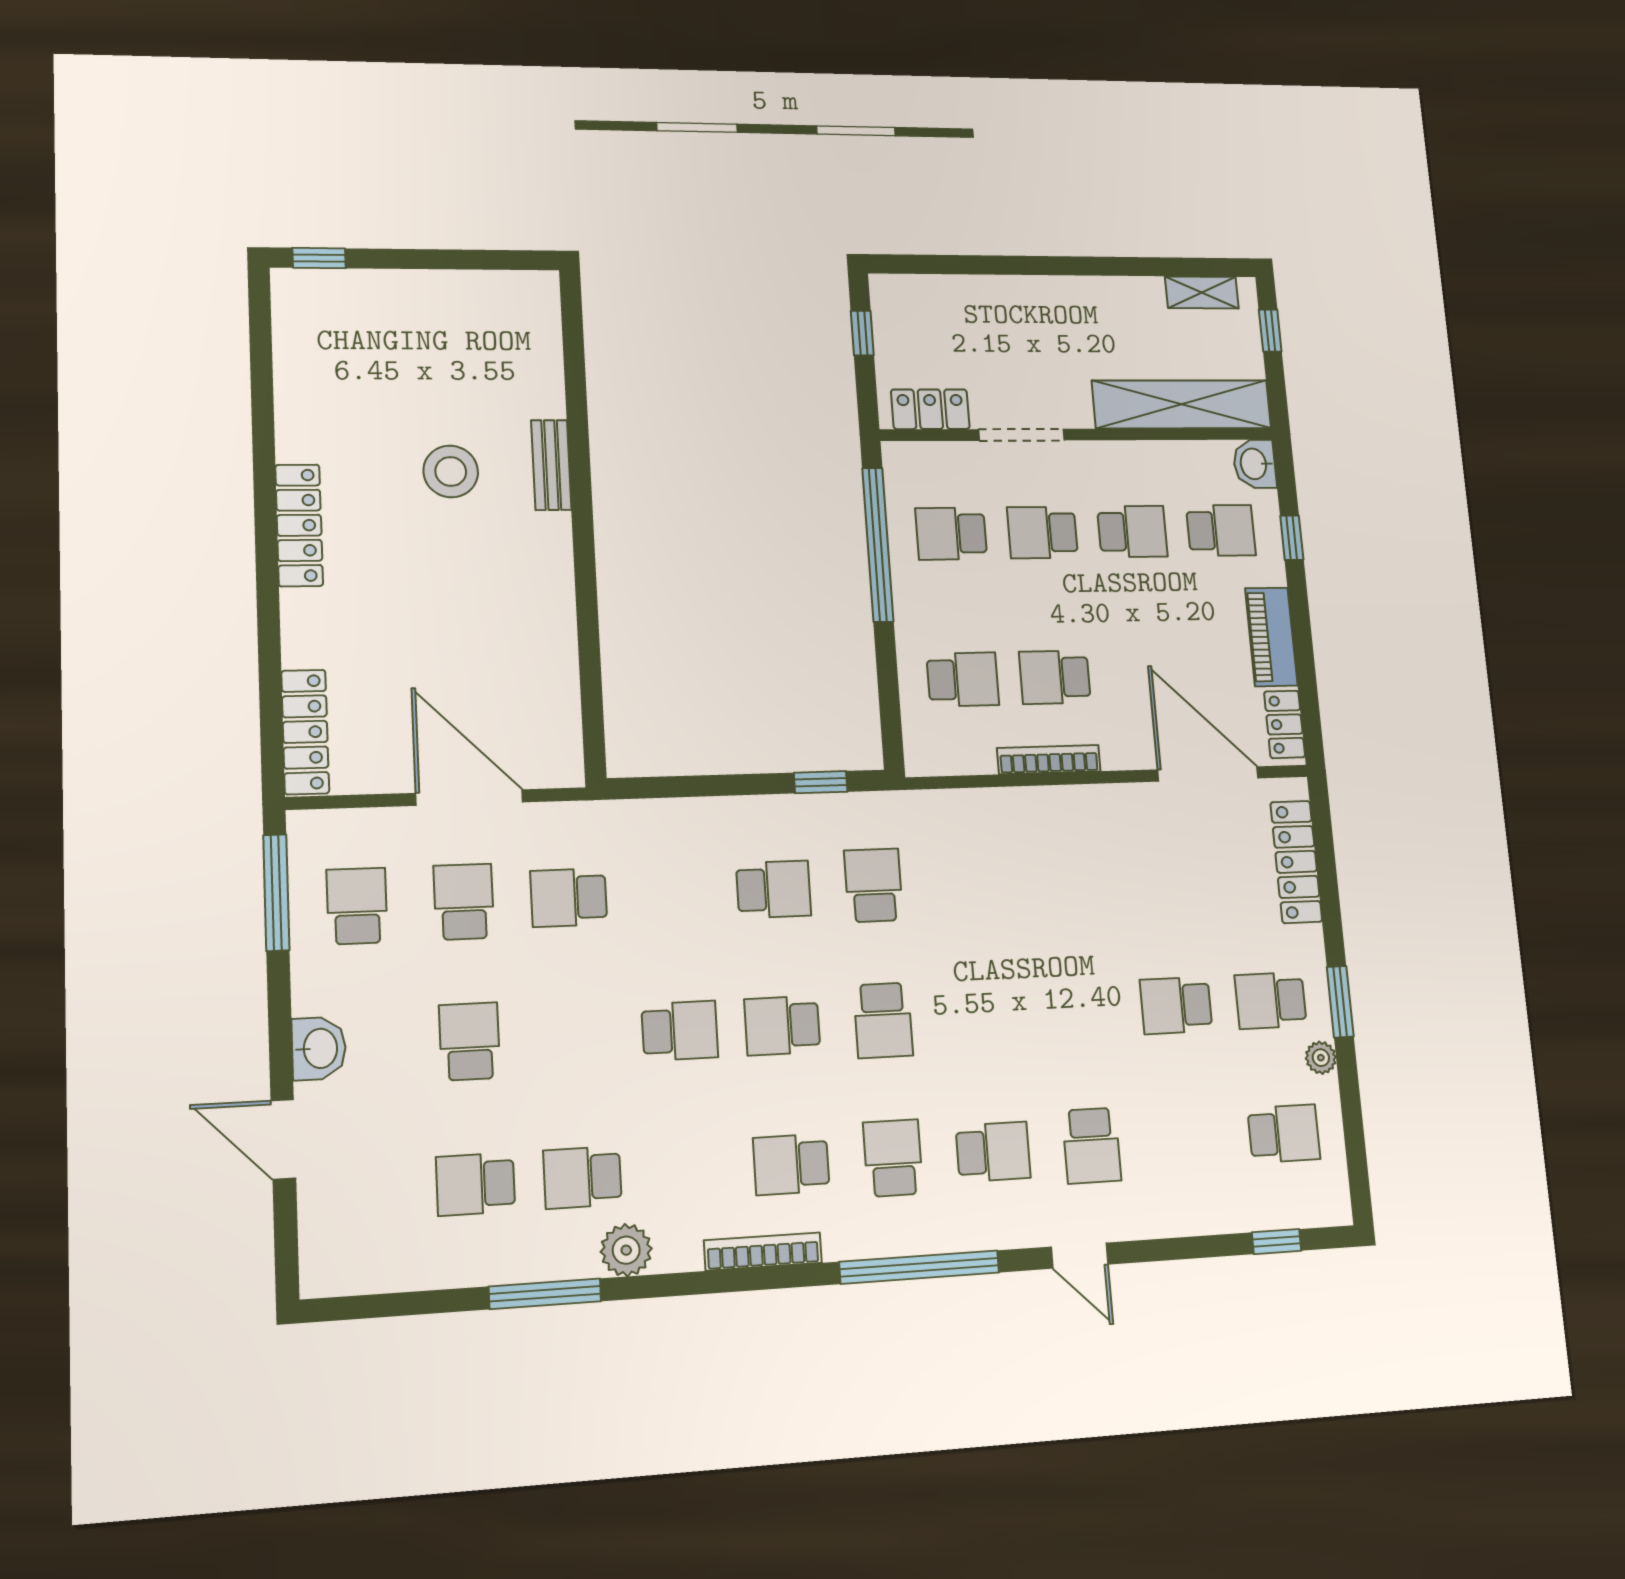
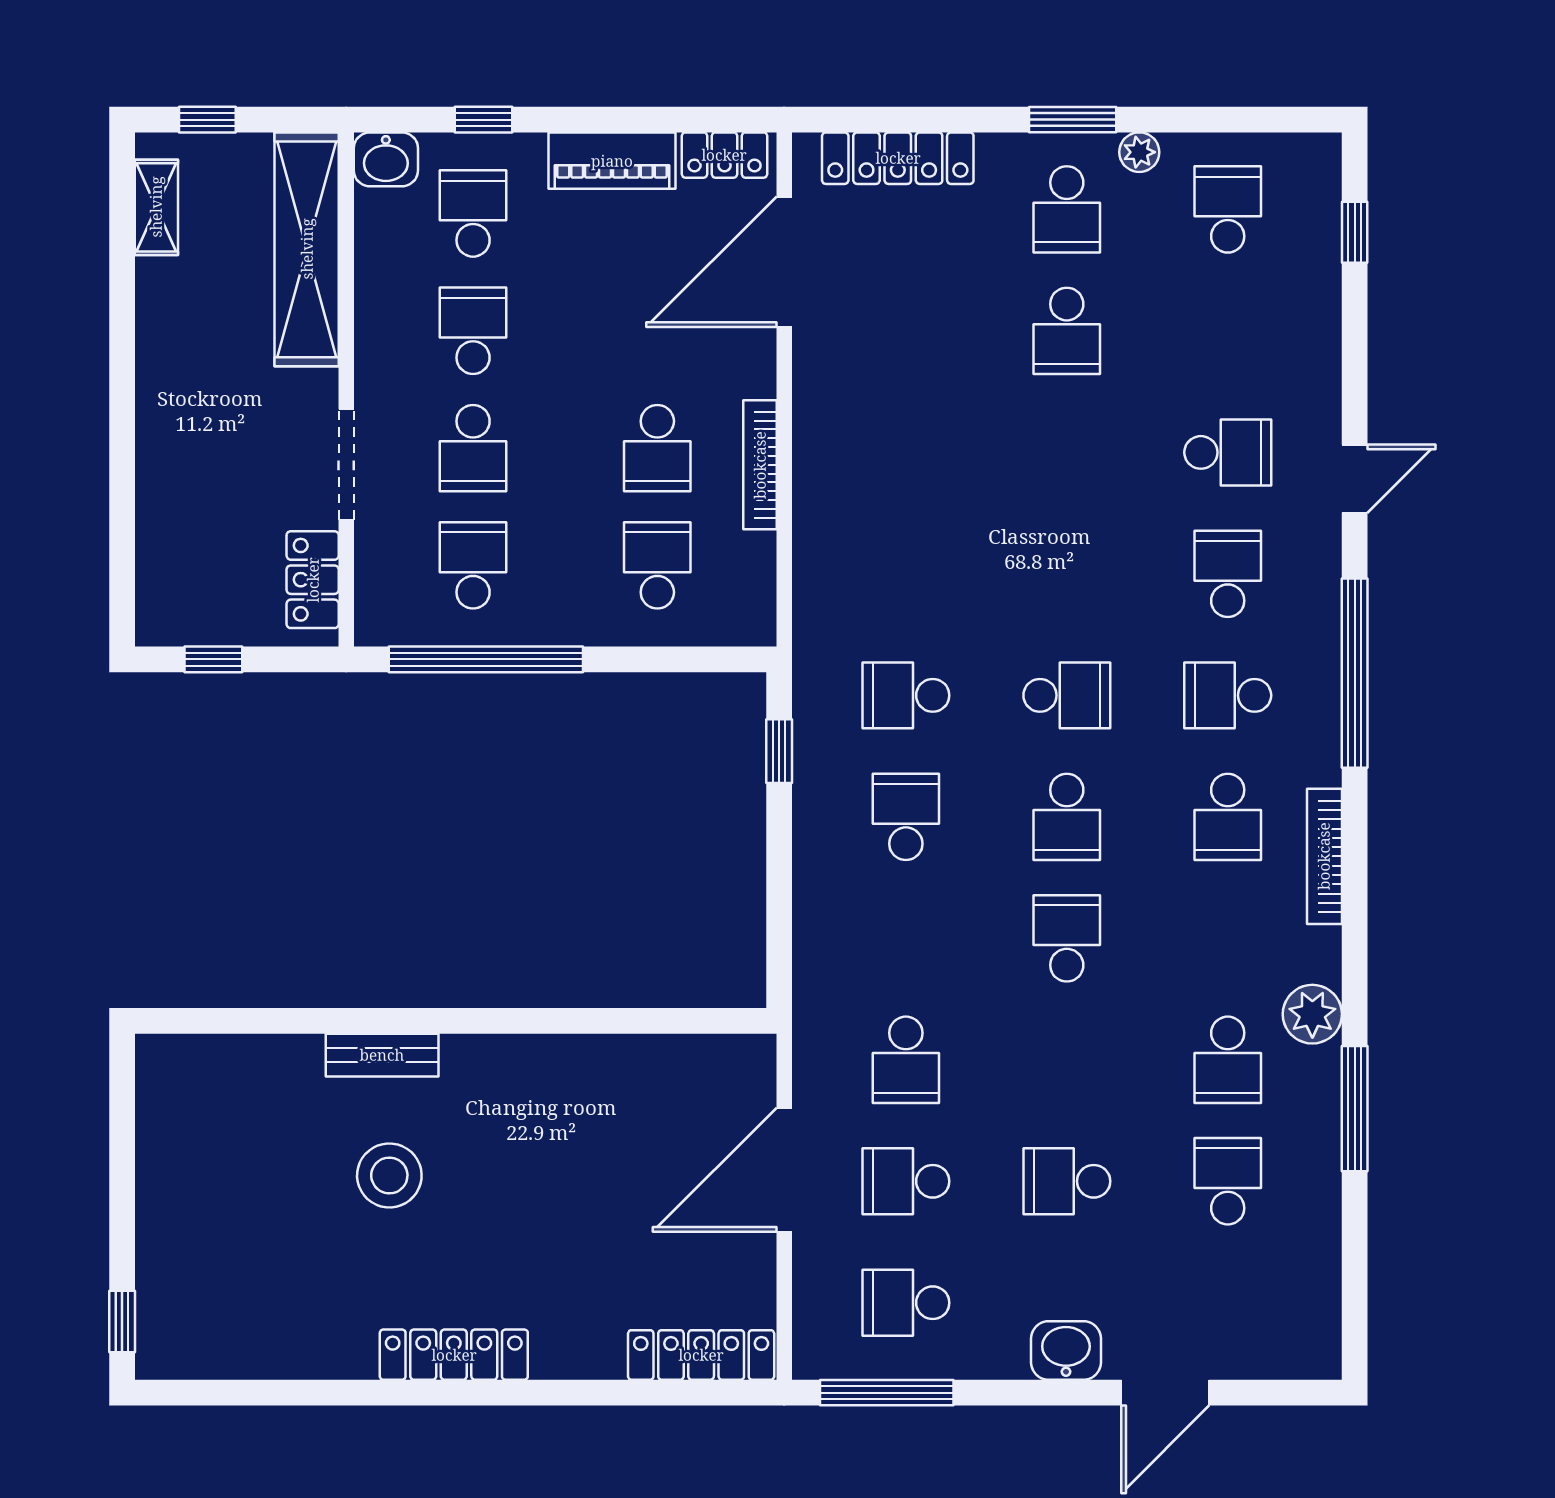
school desk: (951, 534) -> (473, 565), turned 180
school desk: (476, 1184) -> (1228, 1181), turned 180

